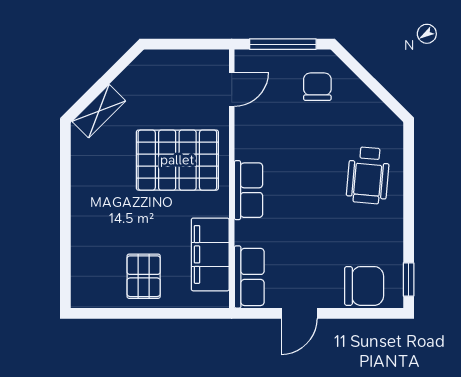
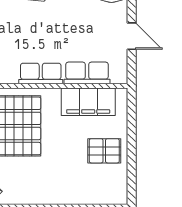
row of seats: (249, 277) -> (87, 73), moved

